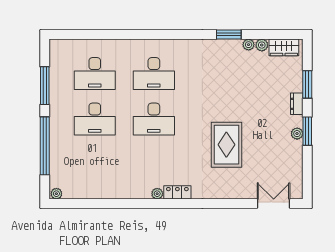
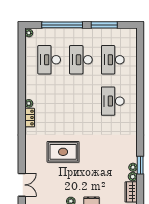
window: (229, 34) -> (140, 165), moved
desk: (154, 119) -> (49, 60), moved

